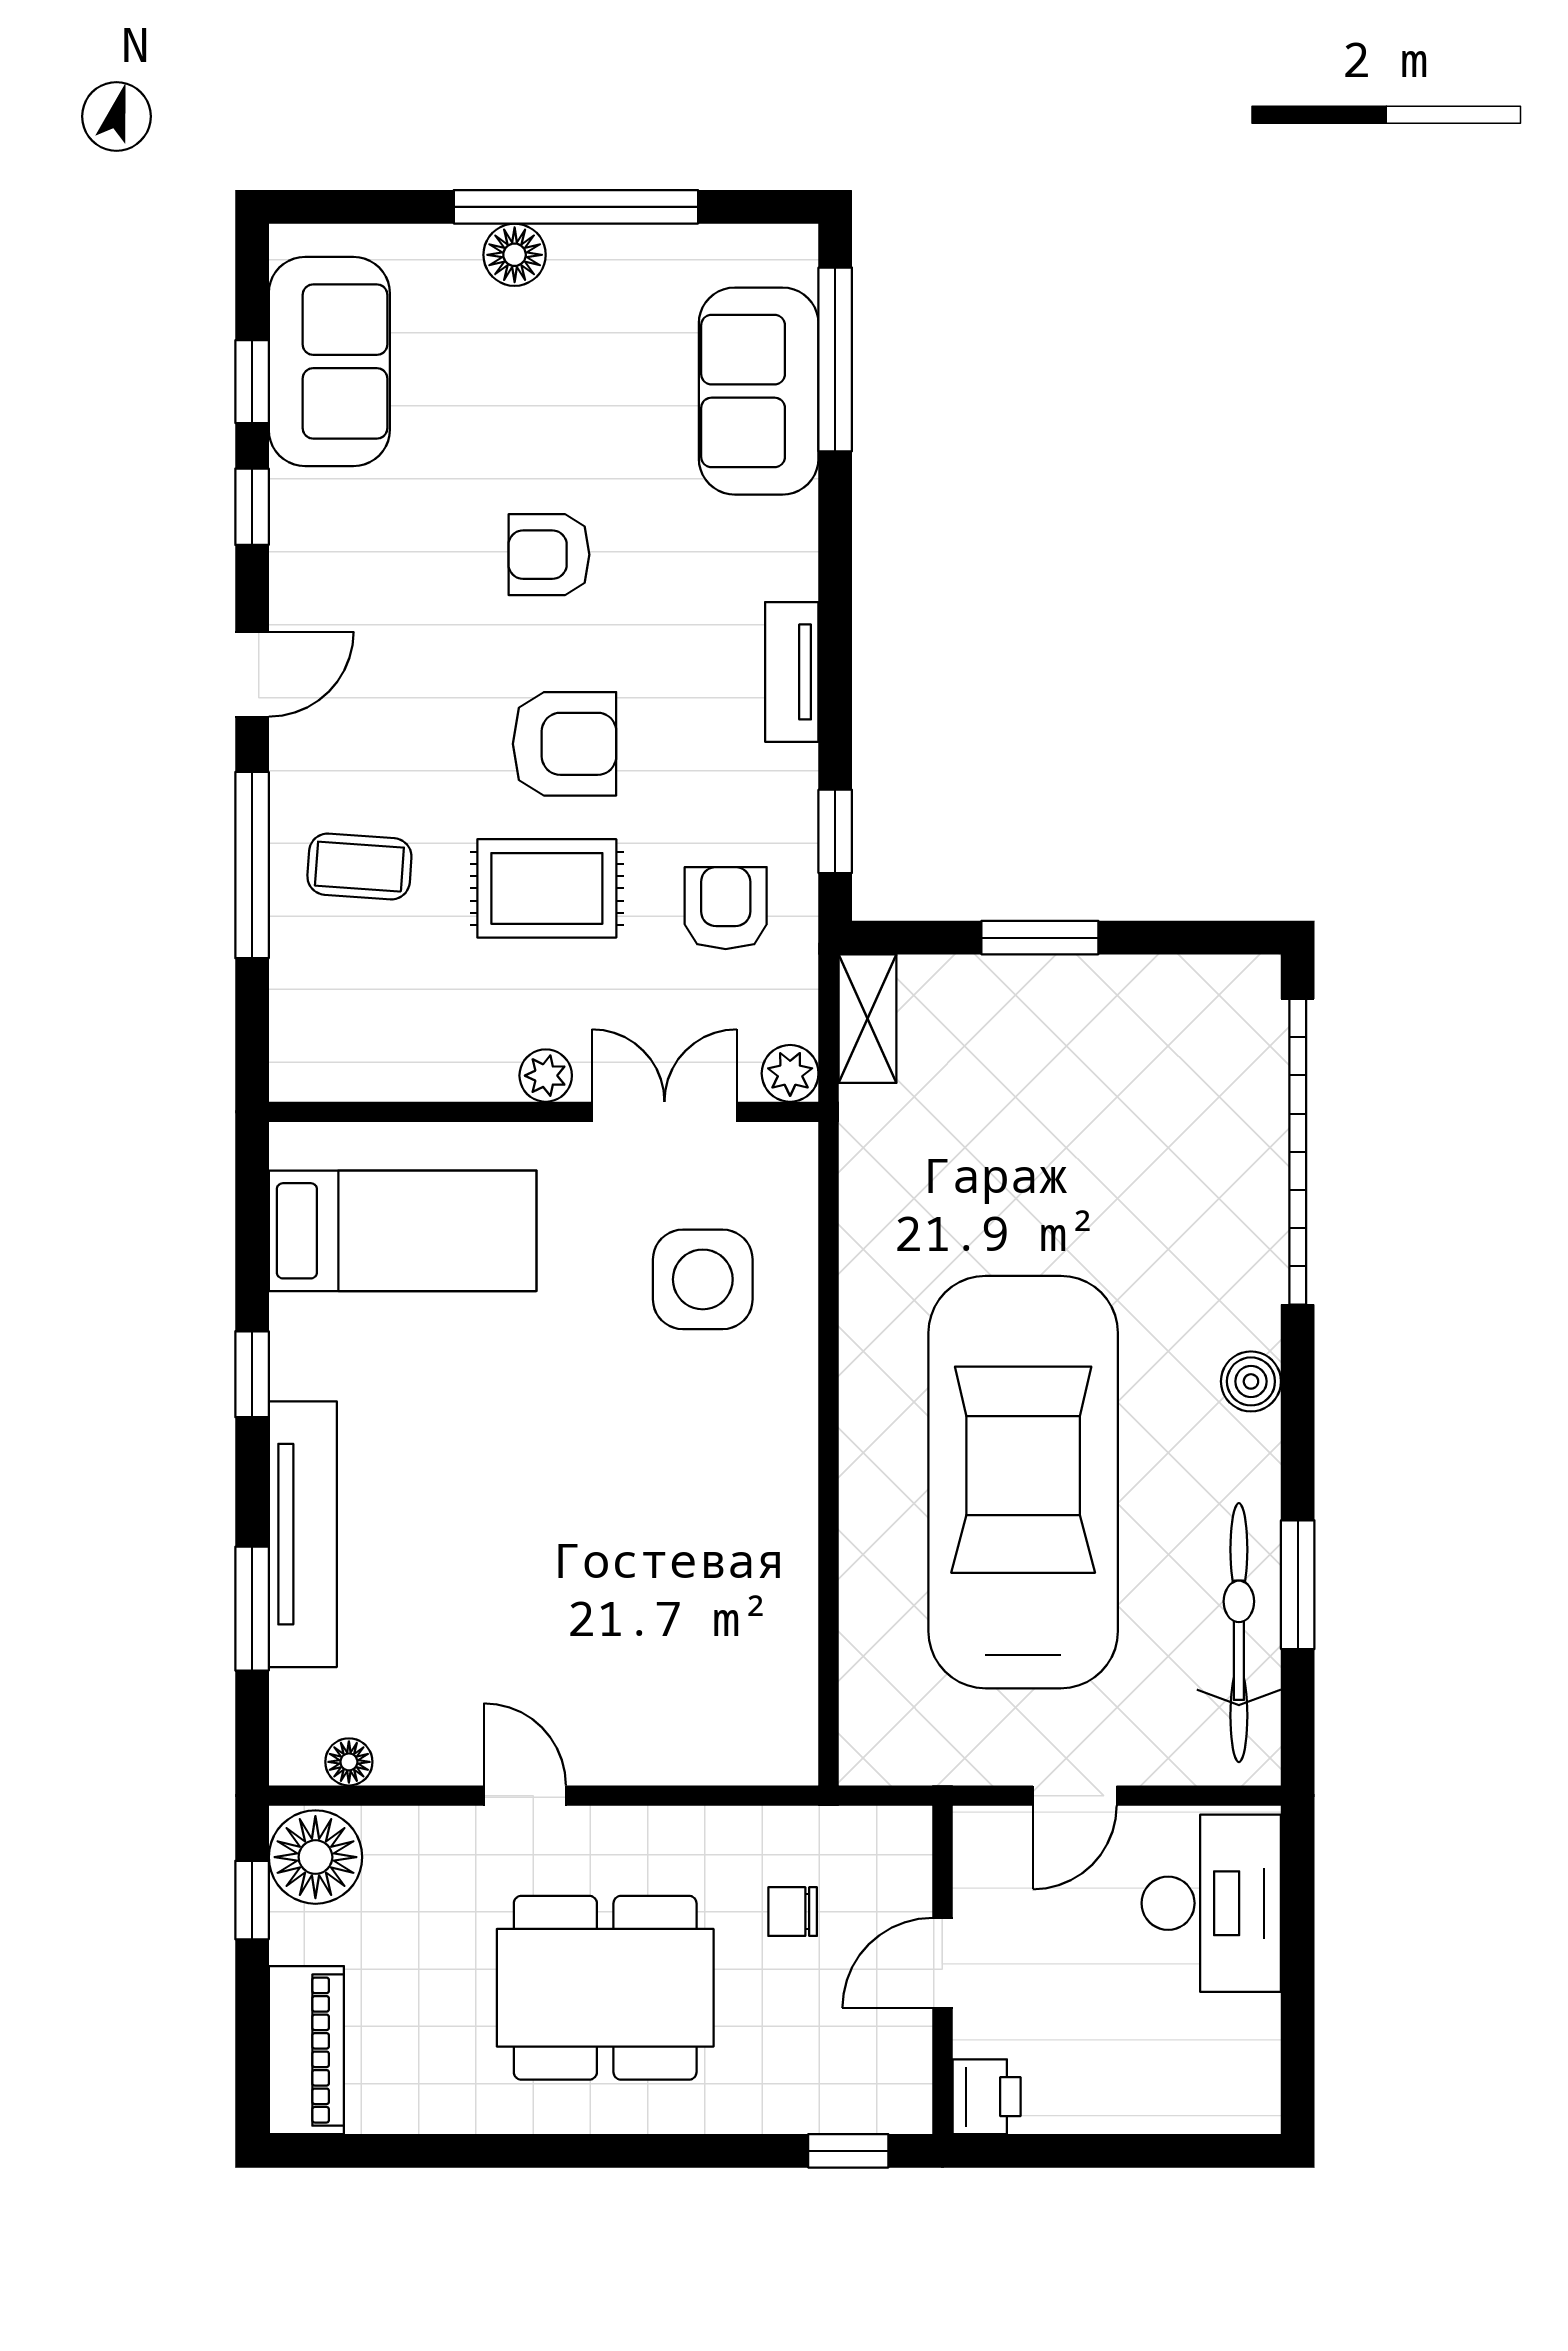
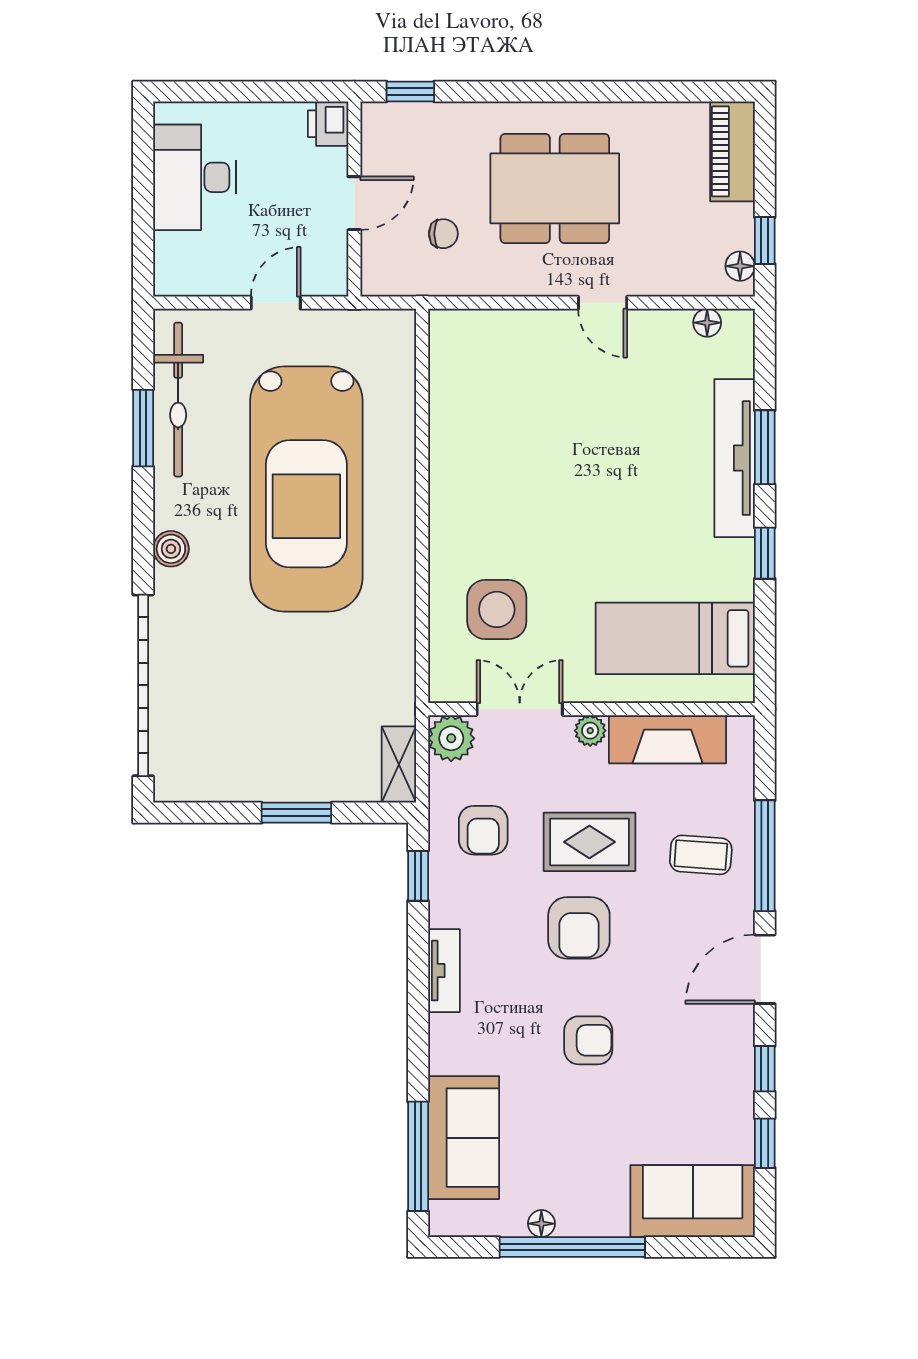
floor lamp: (515, 255) -> (541, 1224), moved, width x0.73, depth x0.73
sofa: (329, 362) -> (693, 1201), moved, turned 90
door: (252, 674) -> (765, 969), width x1.38
armchair: (564, 744) -> (579, 928), turned -90
fireplace: (415, 1061) -> (668, 739), added
plant: (790, 1073) -> (451, 738), width x1.38, depth x1.38
double door: (664, 1112) -> (520, 709), swing flipped
window: (252, 1609) -> (765, 447), moved
floor lamp: (315, 1857) -> (740, 266), width x0.53, depth x0.53
desk: (1211, 1903) -> (195, 177), moved

